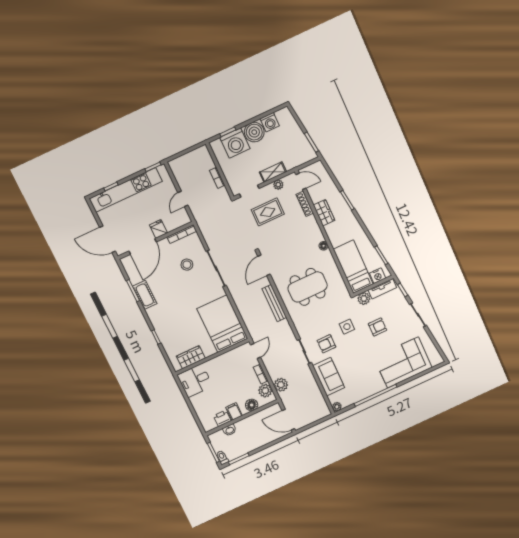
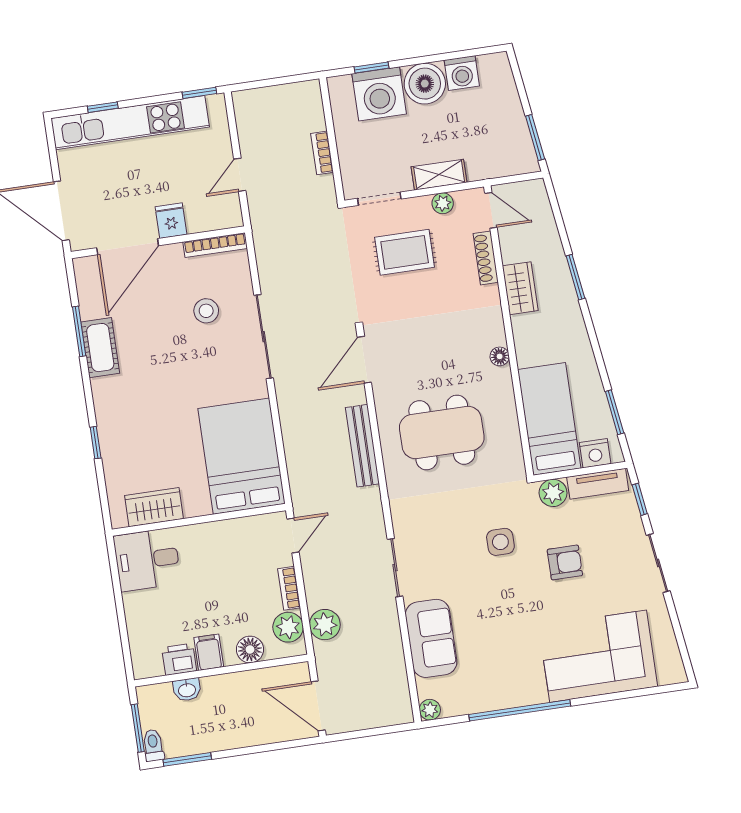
armchair: (326, 344) -> (447, 566), removed

